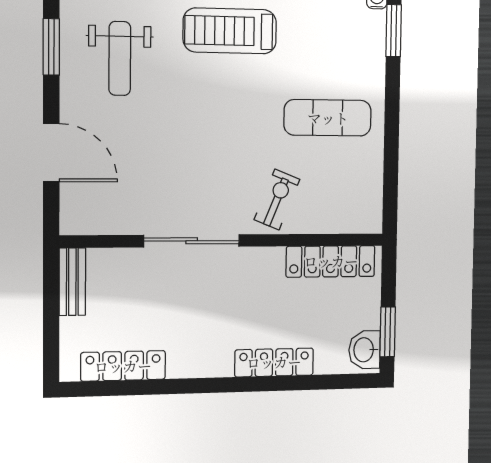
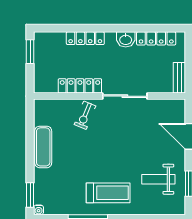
weight bench: (120, 58) -> (158, 179), turned -90
exercise mat: (328, 118) -> (43, 147), moved, turned 90
locker: (331, 261) -> (80, 86), moved
washbasin: (365, 350) -> (126, 39), moved, turned 90

